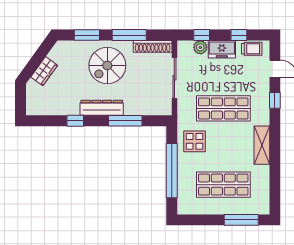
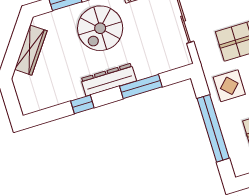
wardrobe: (44, 71) -> (31, 50), width x1.50

